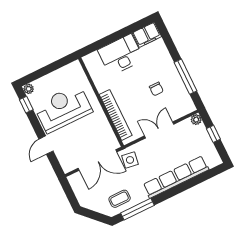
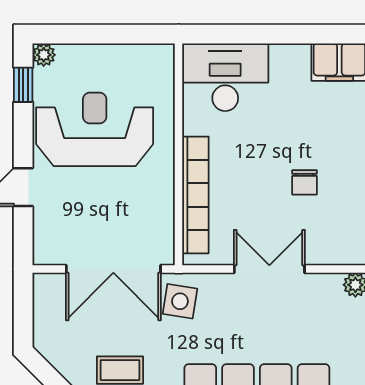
desk: (121, 55) -> (225, 77), moved

